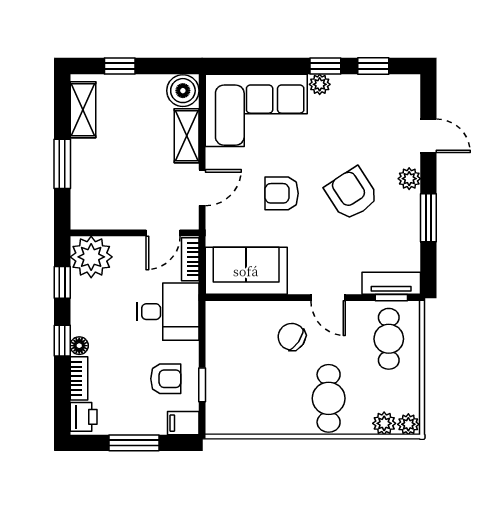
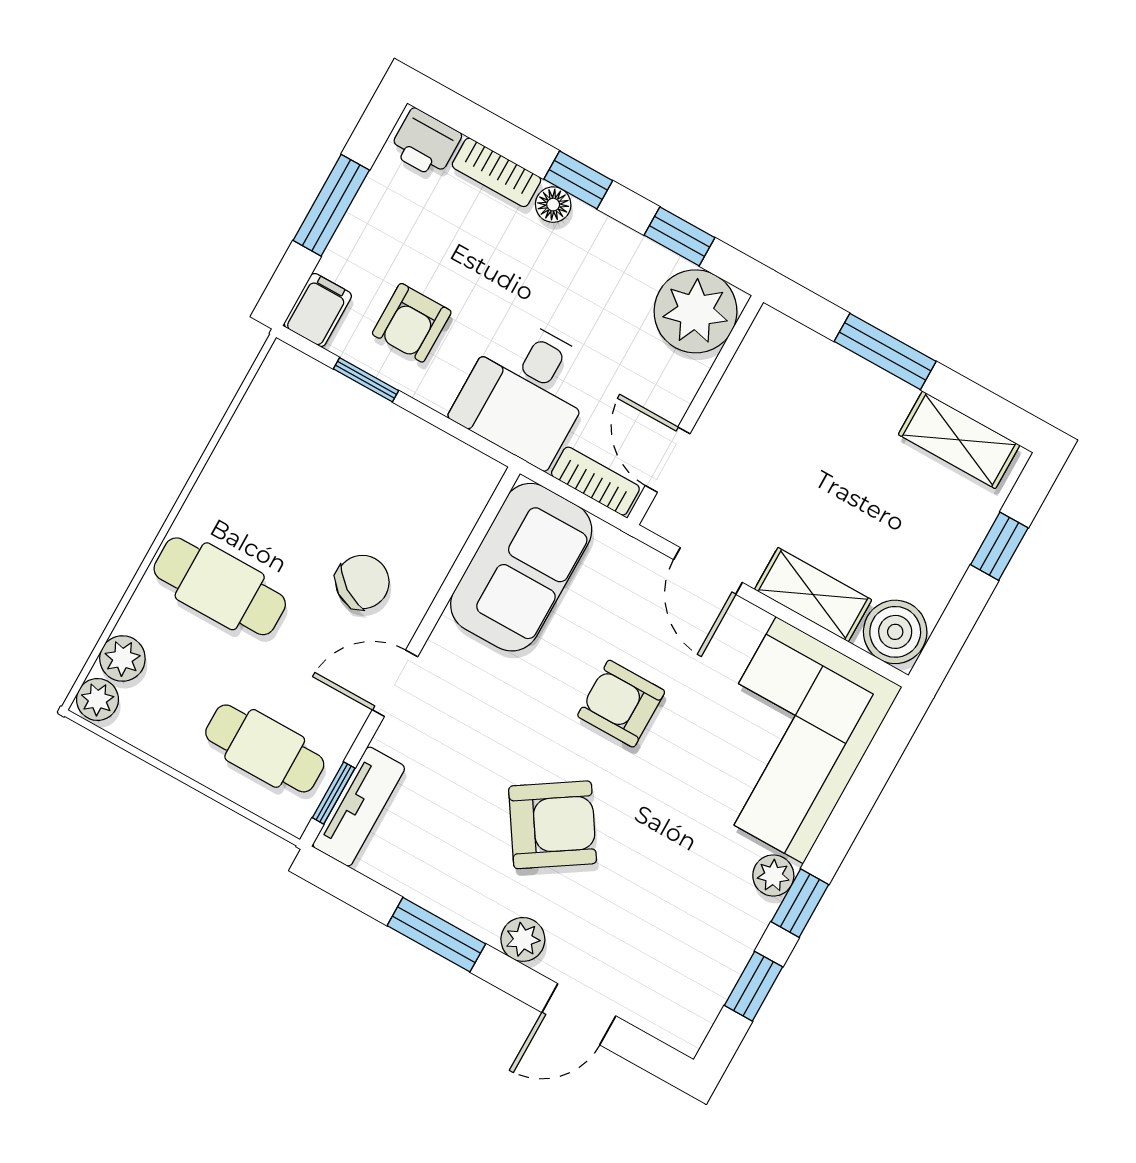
armchair: (282, 193) -> (621, 704), turned -90

